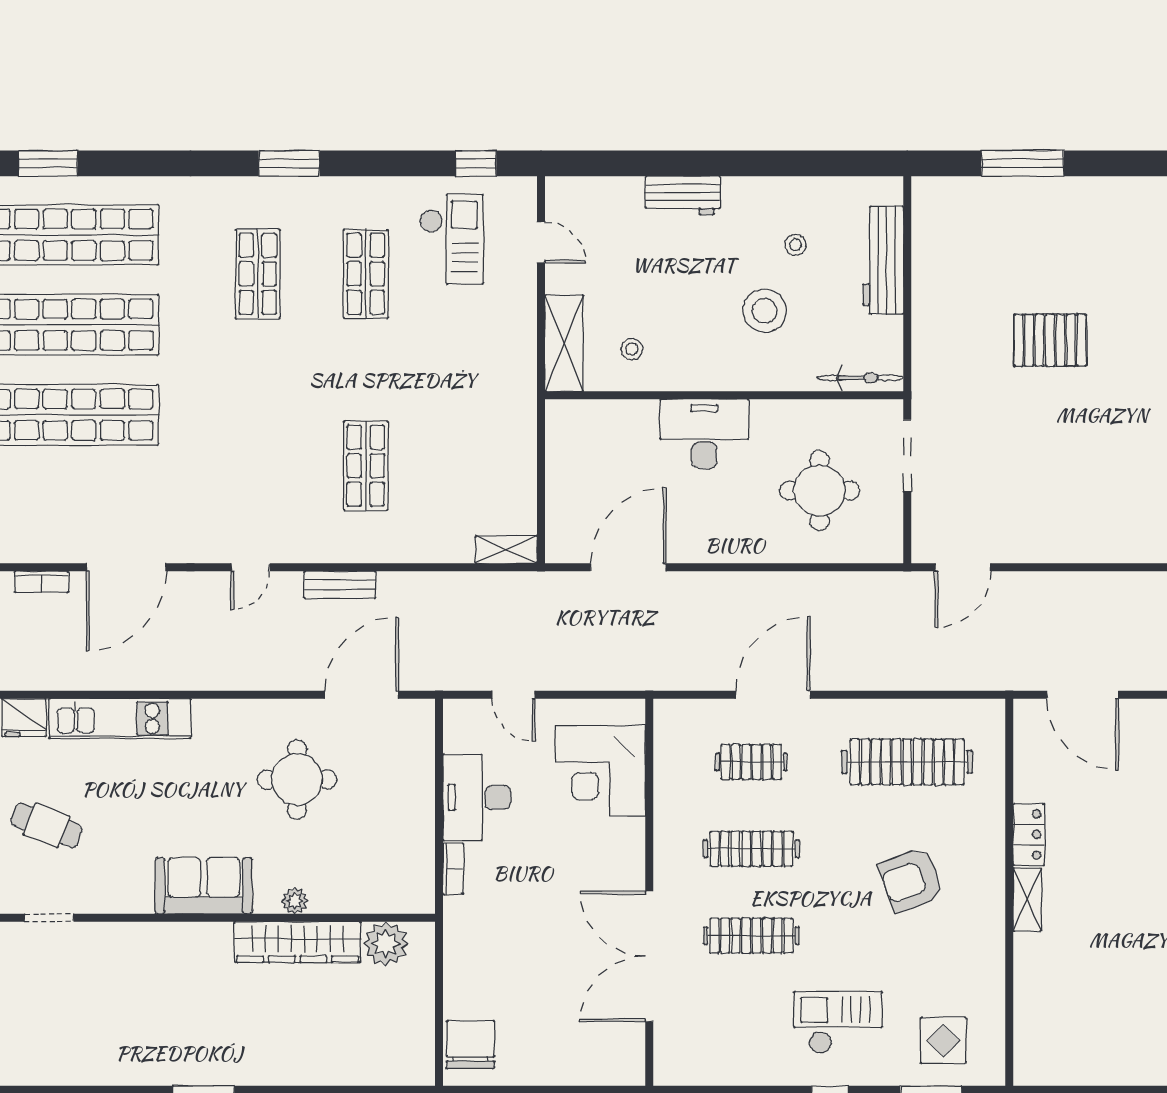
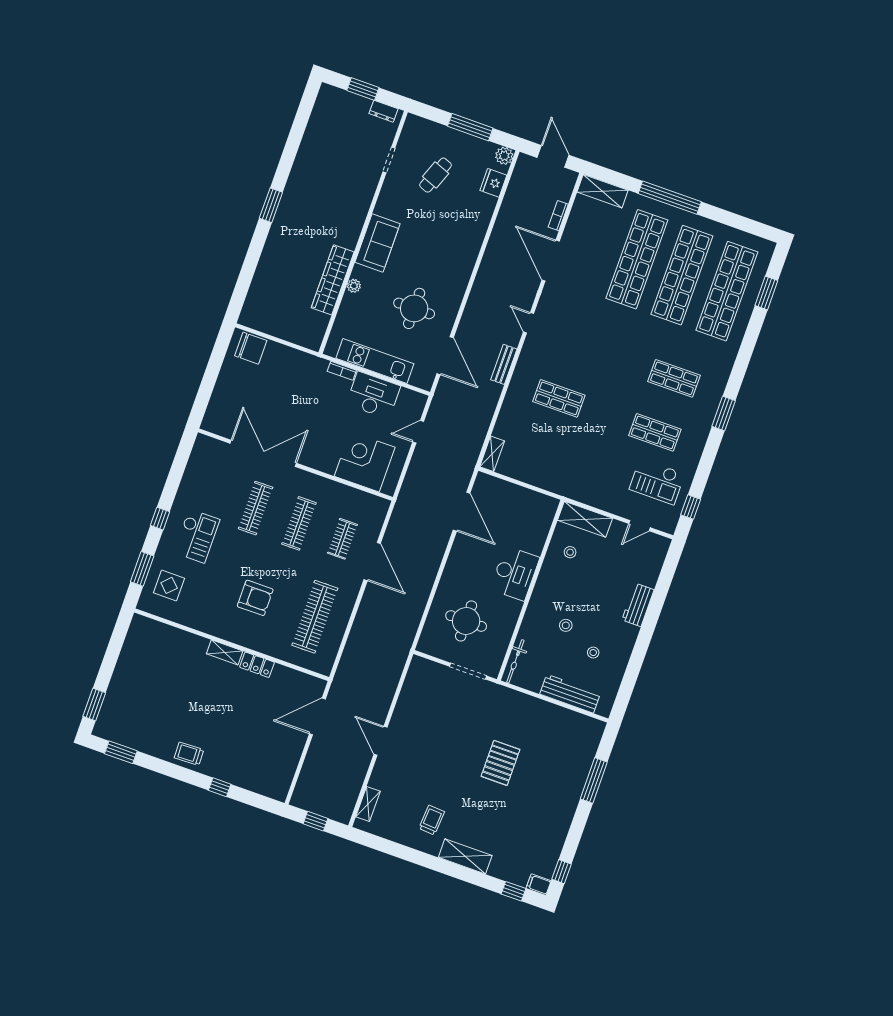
stool: (765, 311) -> (566, 625), width x0.53, depth x0.53
door: (963, 567) -> (380, 741), moved
kitchen unit: (120, 719) -> (375, 361), moved, turned 90
armchair: (911, 880) -> (255, 598), turned 111
plant: (386, 944) -> (316, 324), removed

